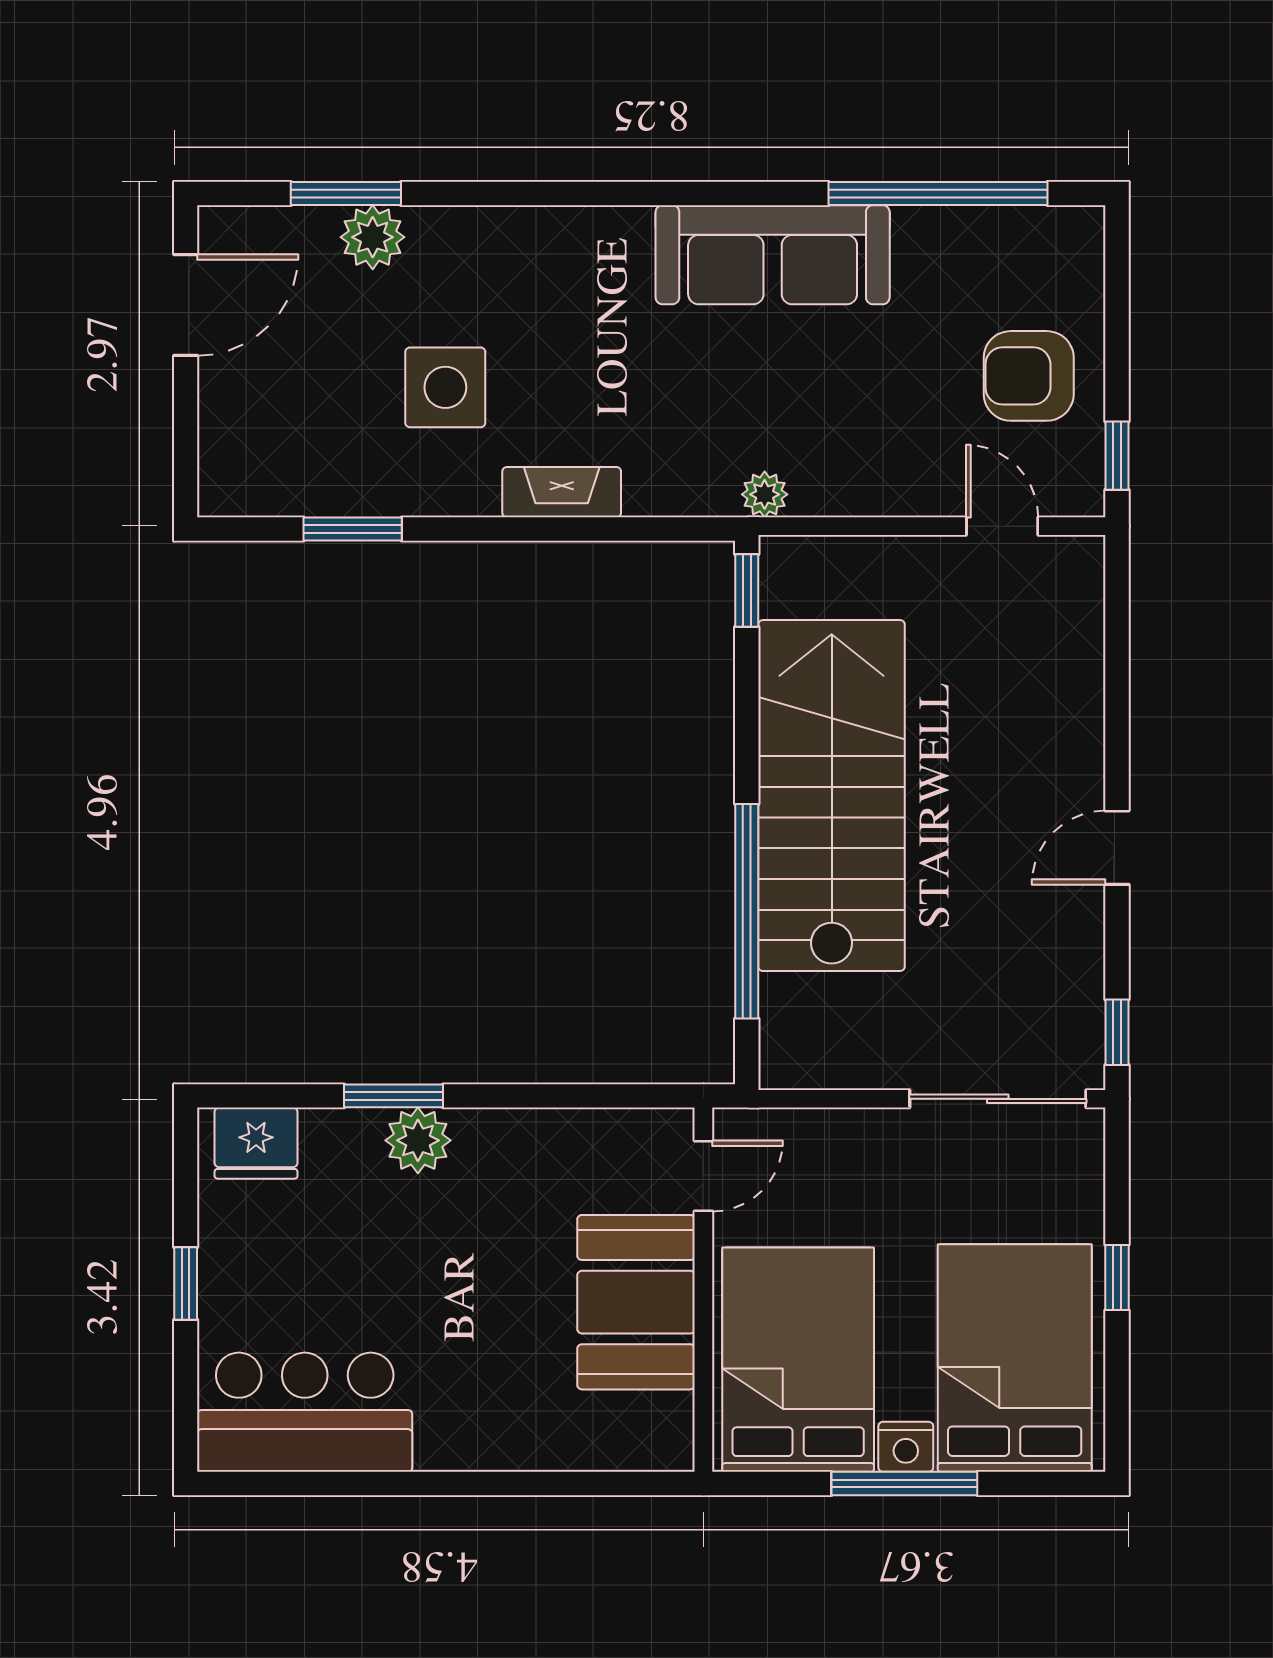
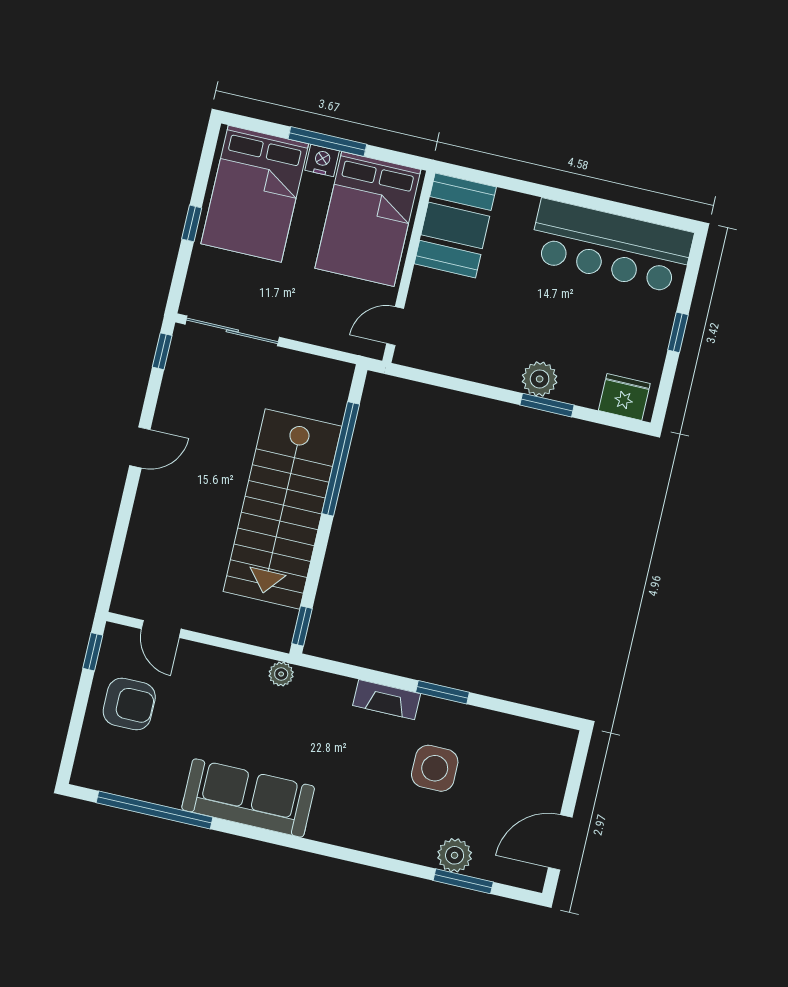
window: (353, 529) -> (442, 692), moved
booth: (636, 1302) -> (455, 225), moved
bar counter: (305, 1412) -> (611, 246), width x1.36

